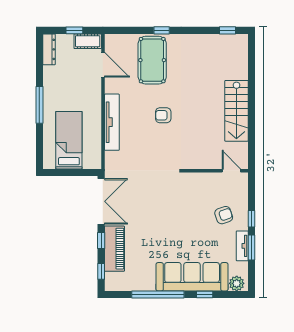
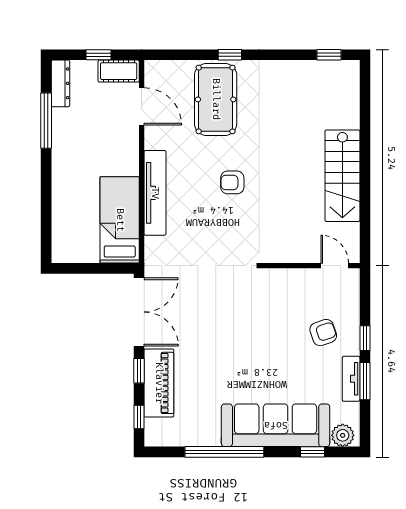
window: (39, 105) -> (46, 121), moved
bed: (69, 140) -> (120, 220), moved
window: (205, 294) -> (312, 452), moved

